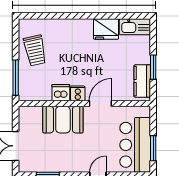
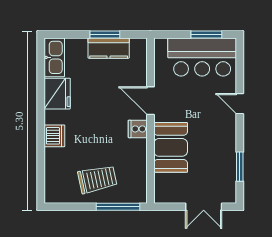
trolley: (35, 50) -> (97, 179), moved
kitchen counter: (142, 81) -> (109, 48), moved
dishwasher: (61, 93) -> (54, 136), moved, turned 180

